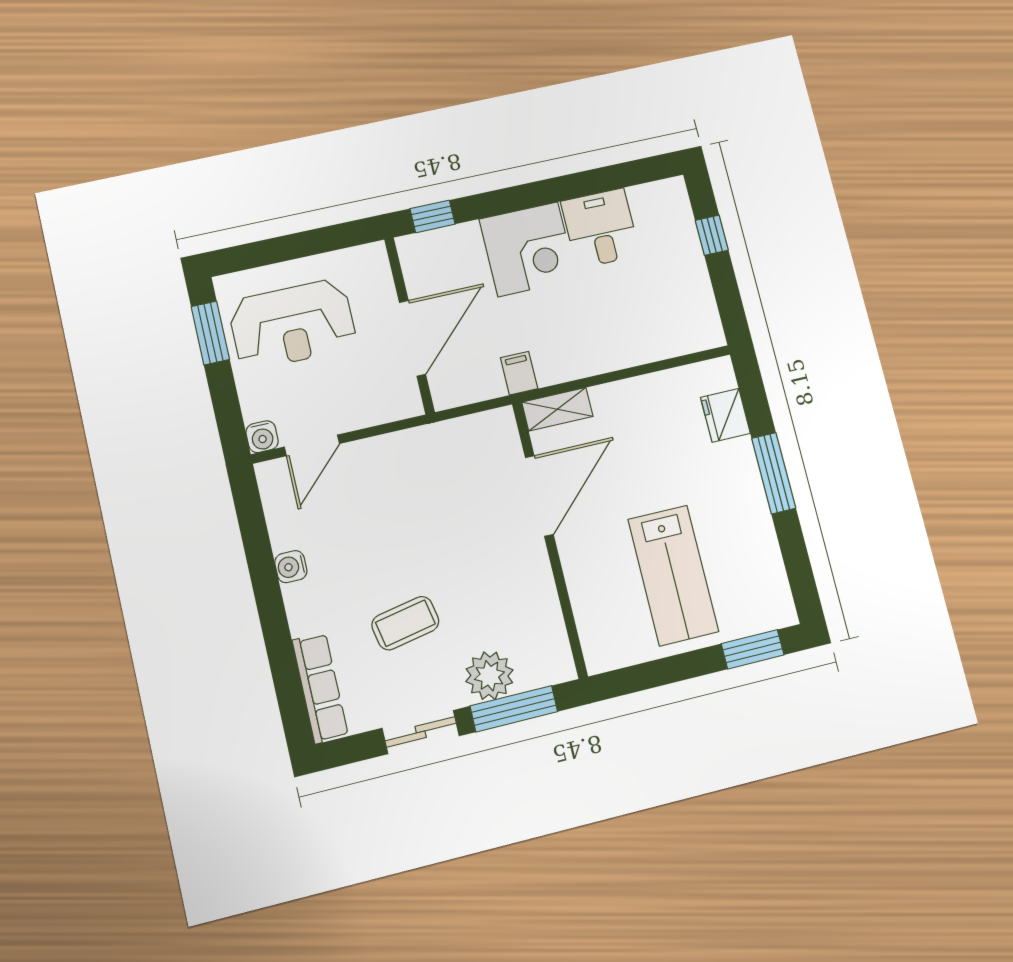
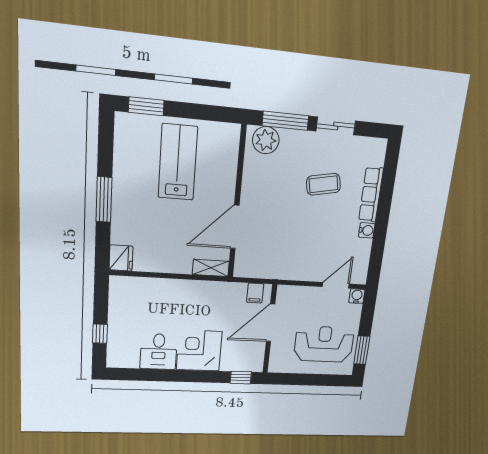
filing cabinet: (519, 373) -> (255, 293), moved
fridge: (725, 415) -> (121, 258), moved
plant: (489, 676) -> (266, 140), moved
row of seats: (320, 688) -> (371, 195), moved

